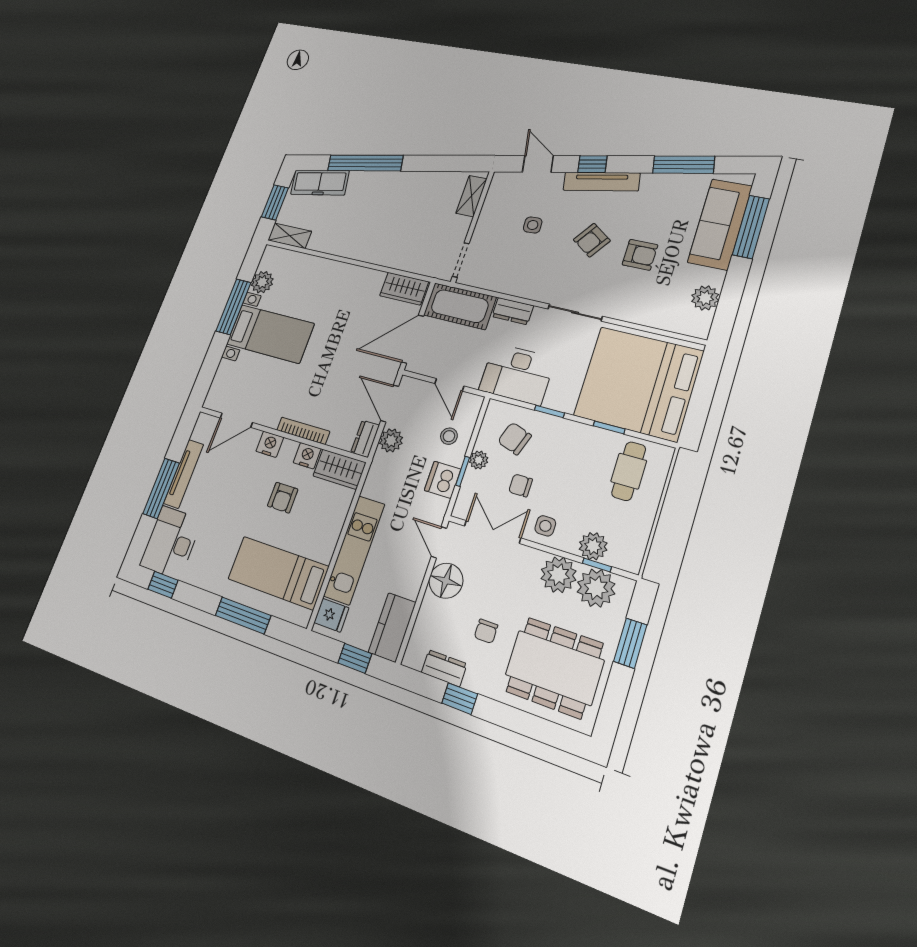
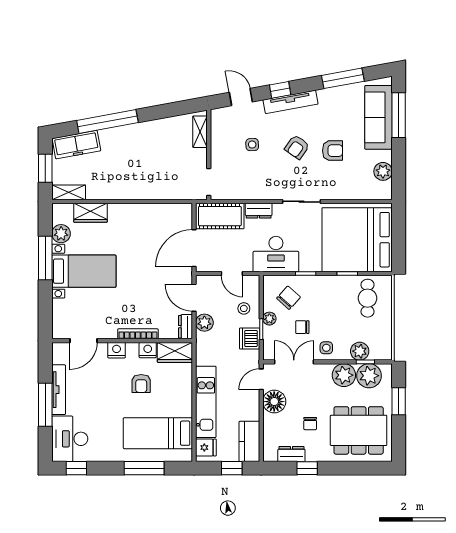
wardrobe: (404, 289) -> (90, 213), moved
chair: (515, 439) -> (288, 298), turned 113
door: (439, 542) -> (261, 379), hinge flipped

